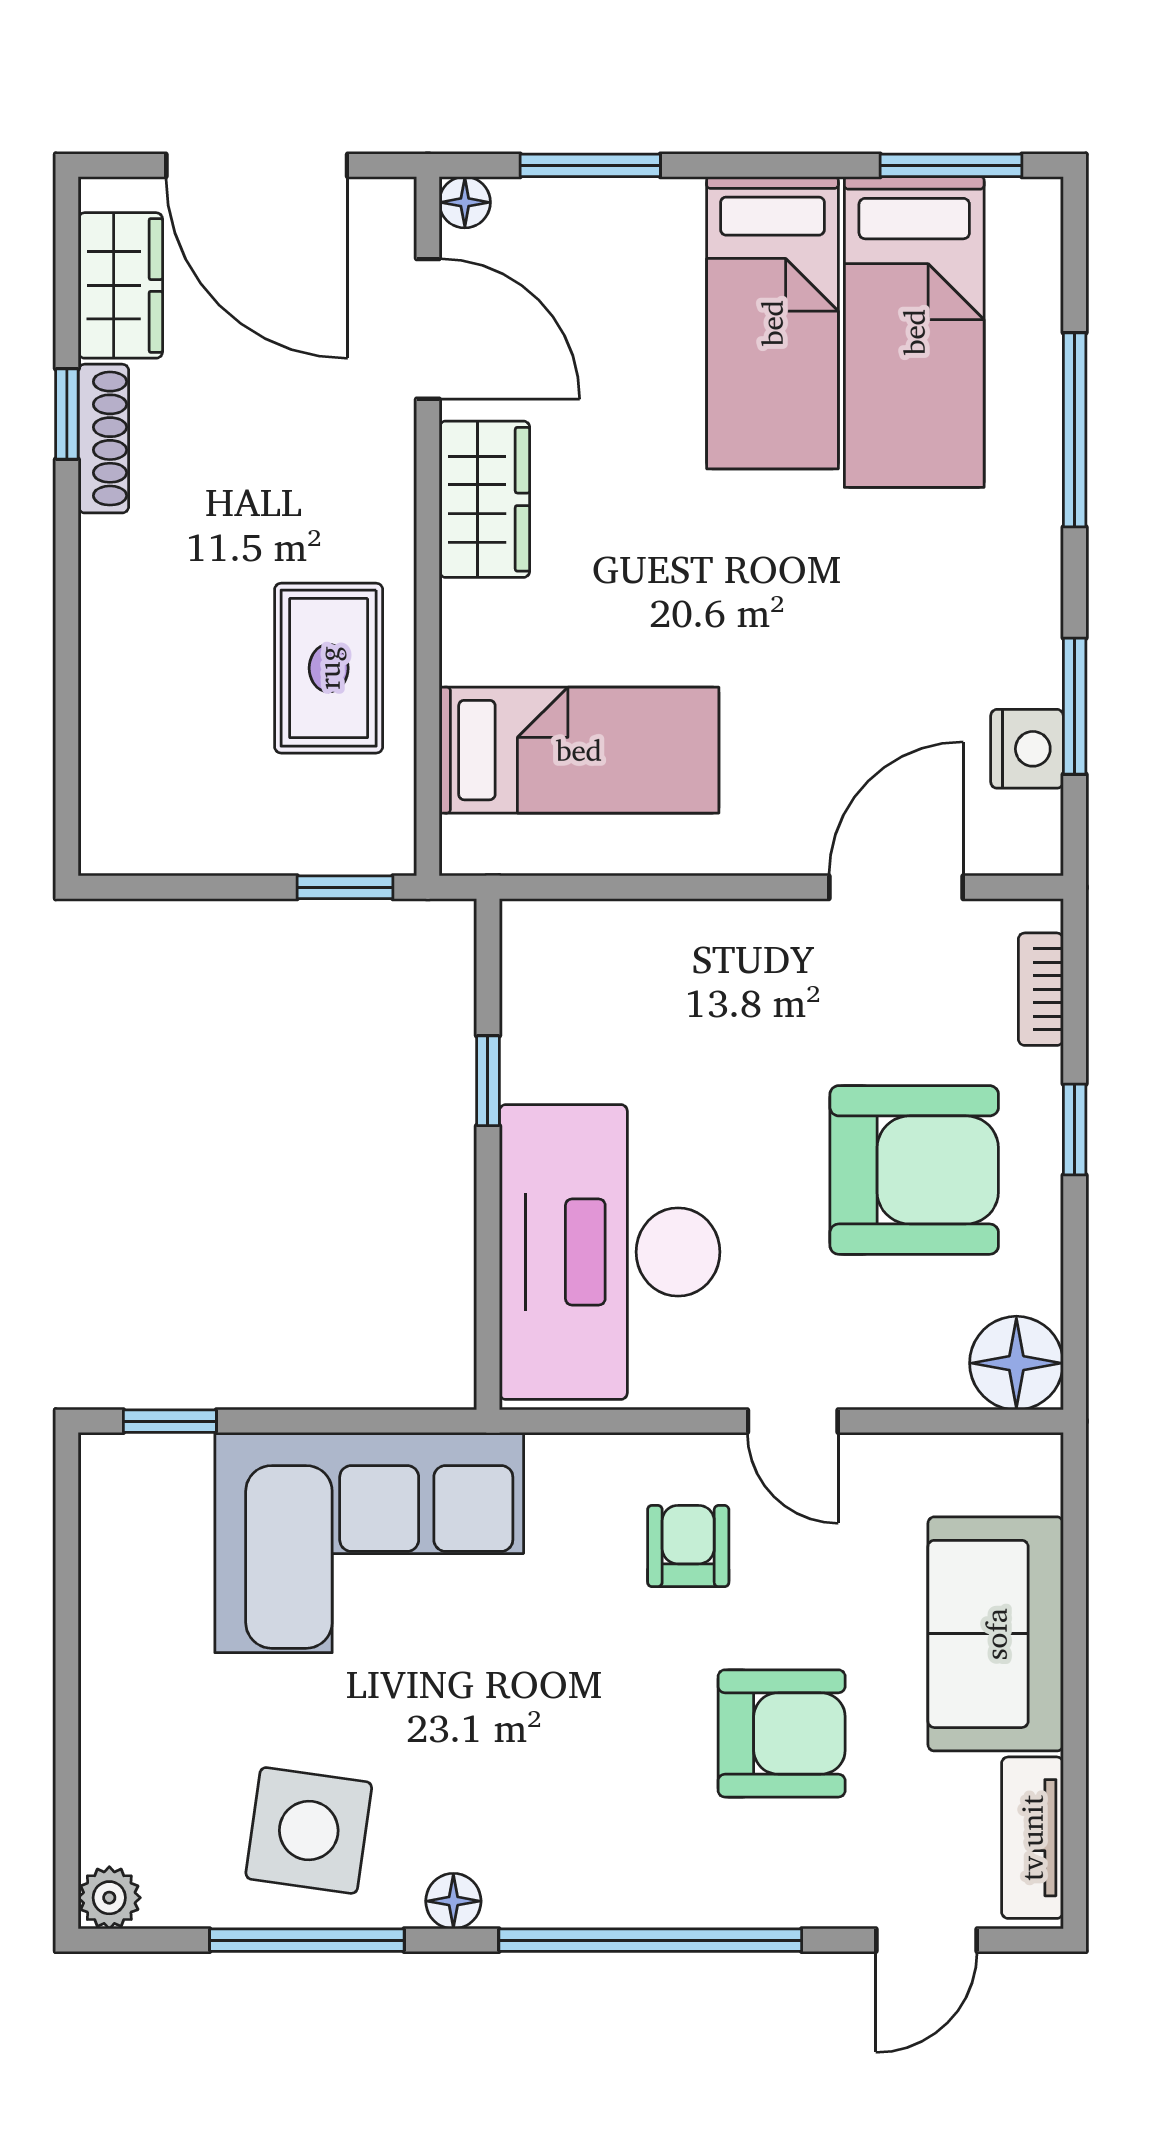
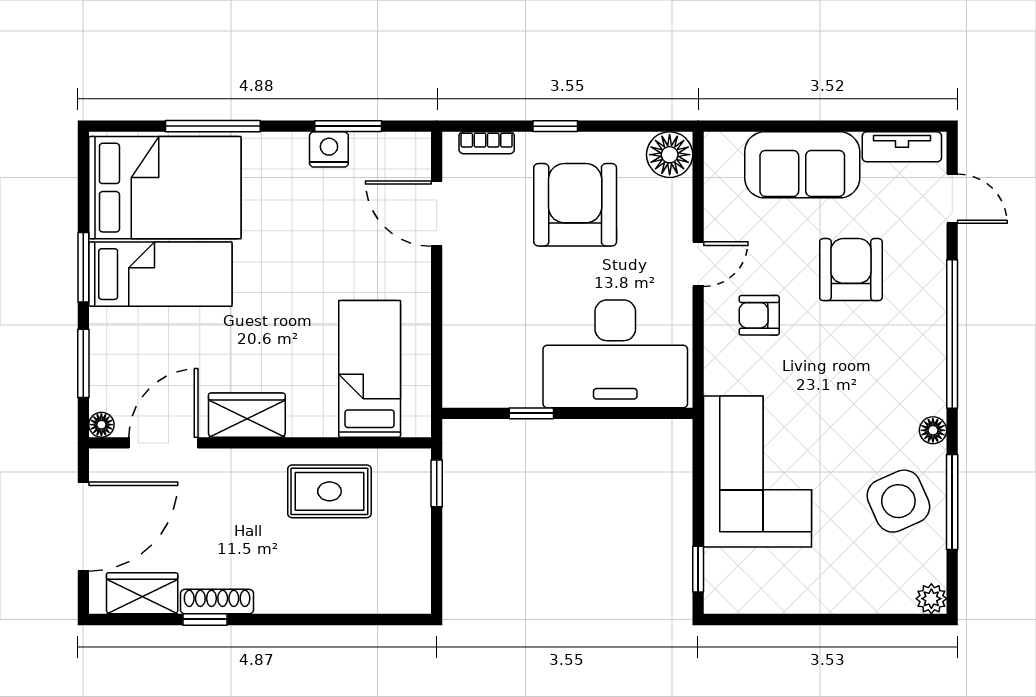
window: (951, 165) -> (83, 267), moved
bed: (914, 332) -> (165, 188), width x1.50
nightstand: (1027, 749) -> (329, 149), moved
side table: (309, 1830) -> (898, 501), turned -32

